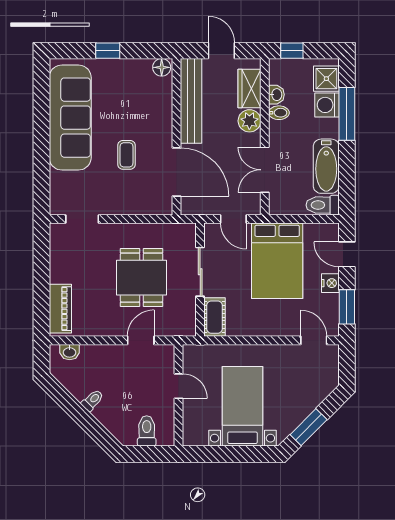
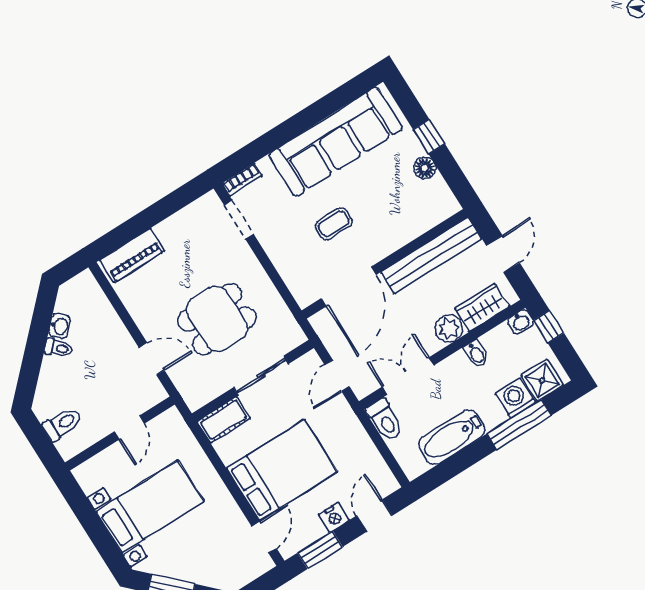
floor lamp: (162, 67) -> (425, 168), moved
washbasin: (276, 95) -> (521, 322), moved
bookcase: (56, 199) -> (242, 180), added
toilet: (323, 205) -> (385, 420), moved, turned 180
bed: (277, 261) -> (282, 470), moved, turned 180
washbasin: (70, 352) -> (60, 326), moved, turned -135

